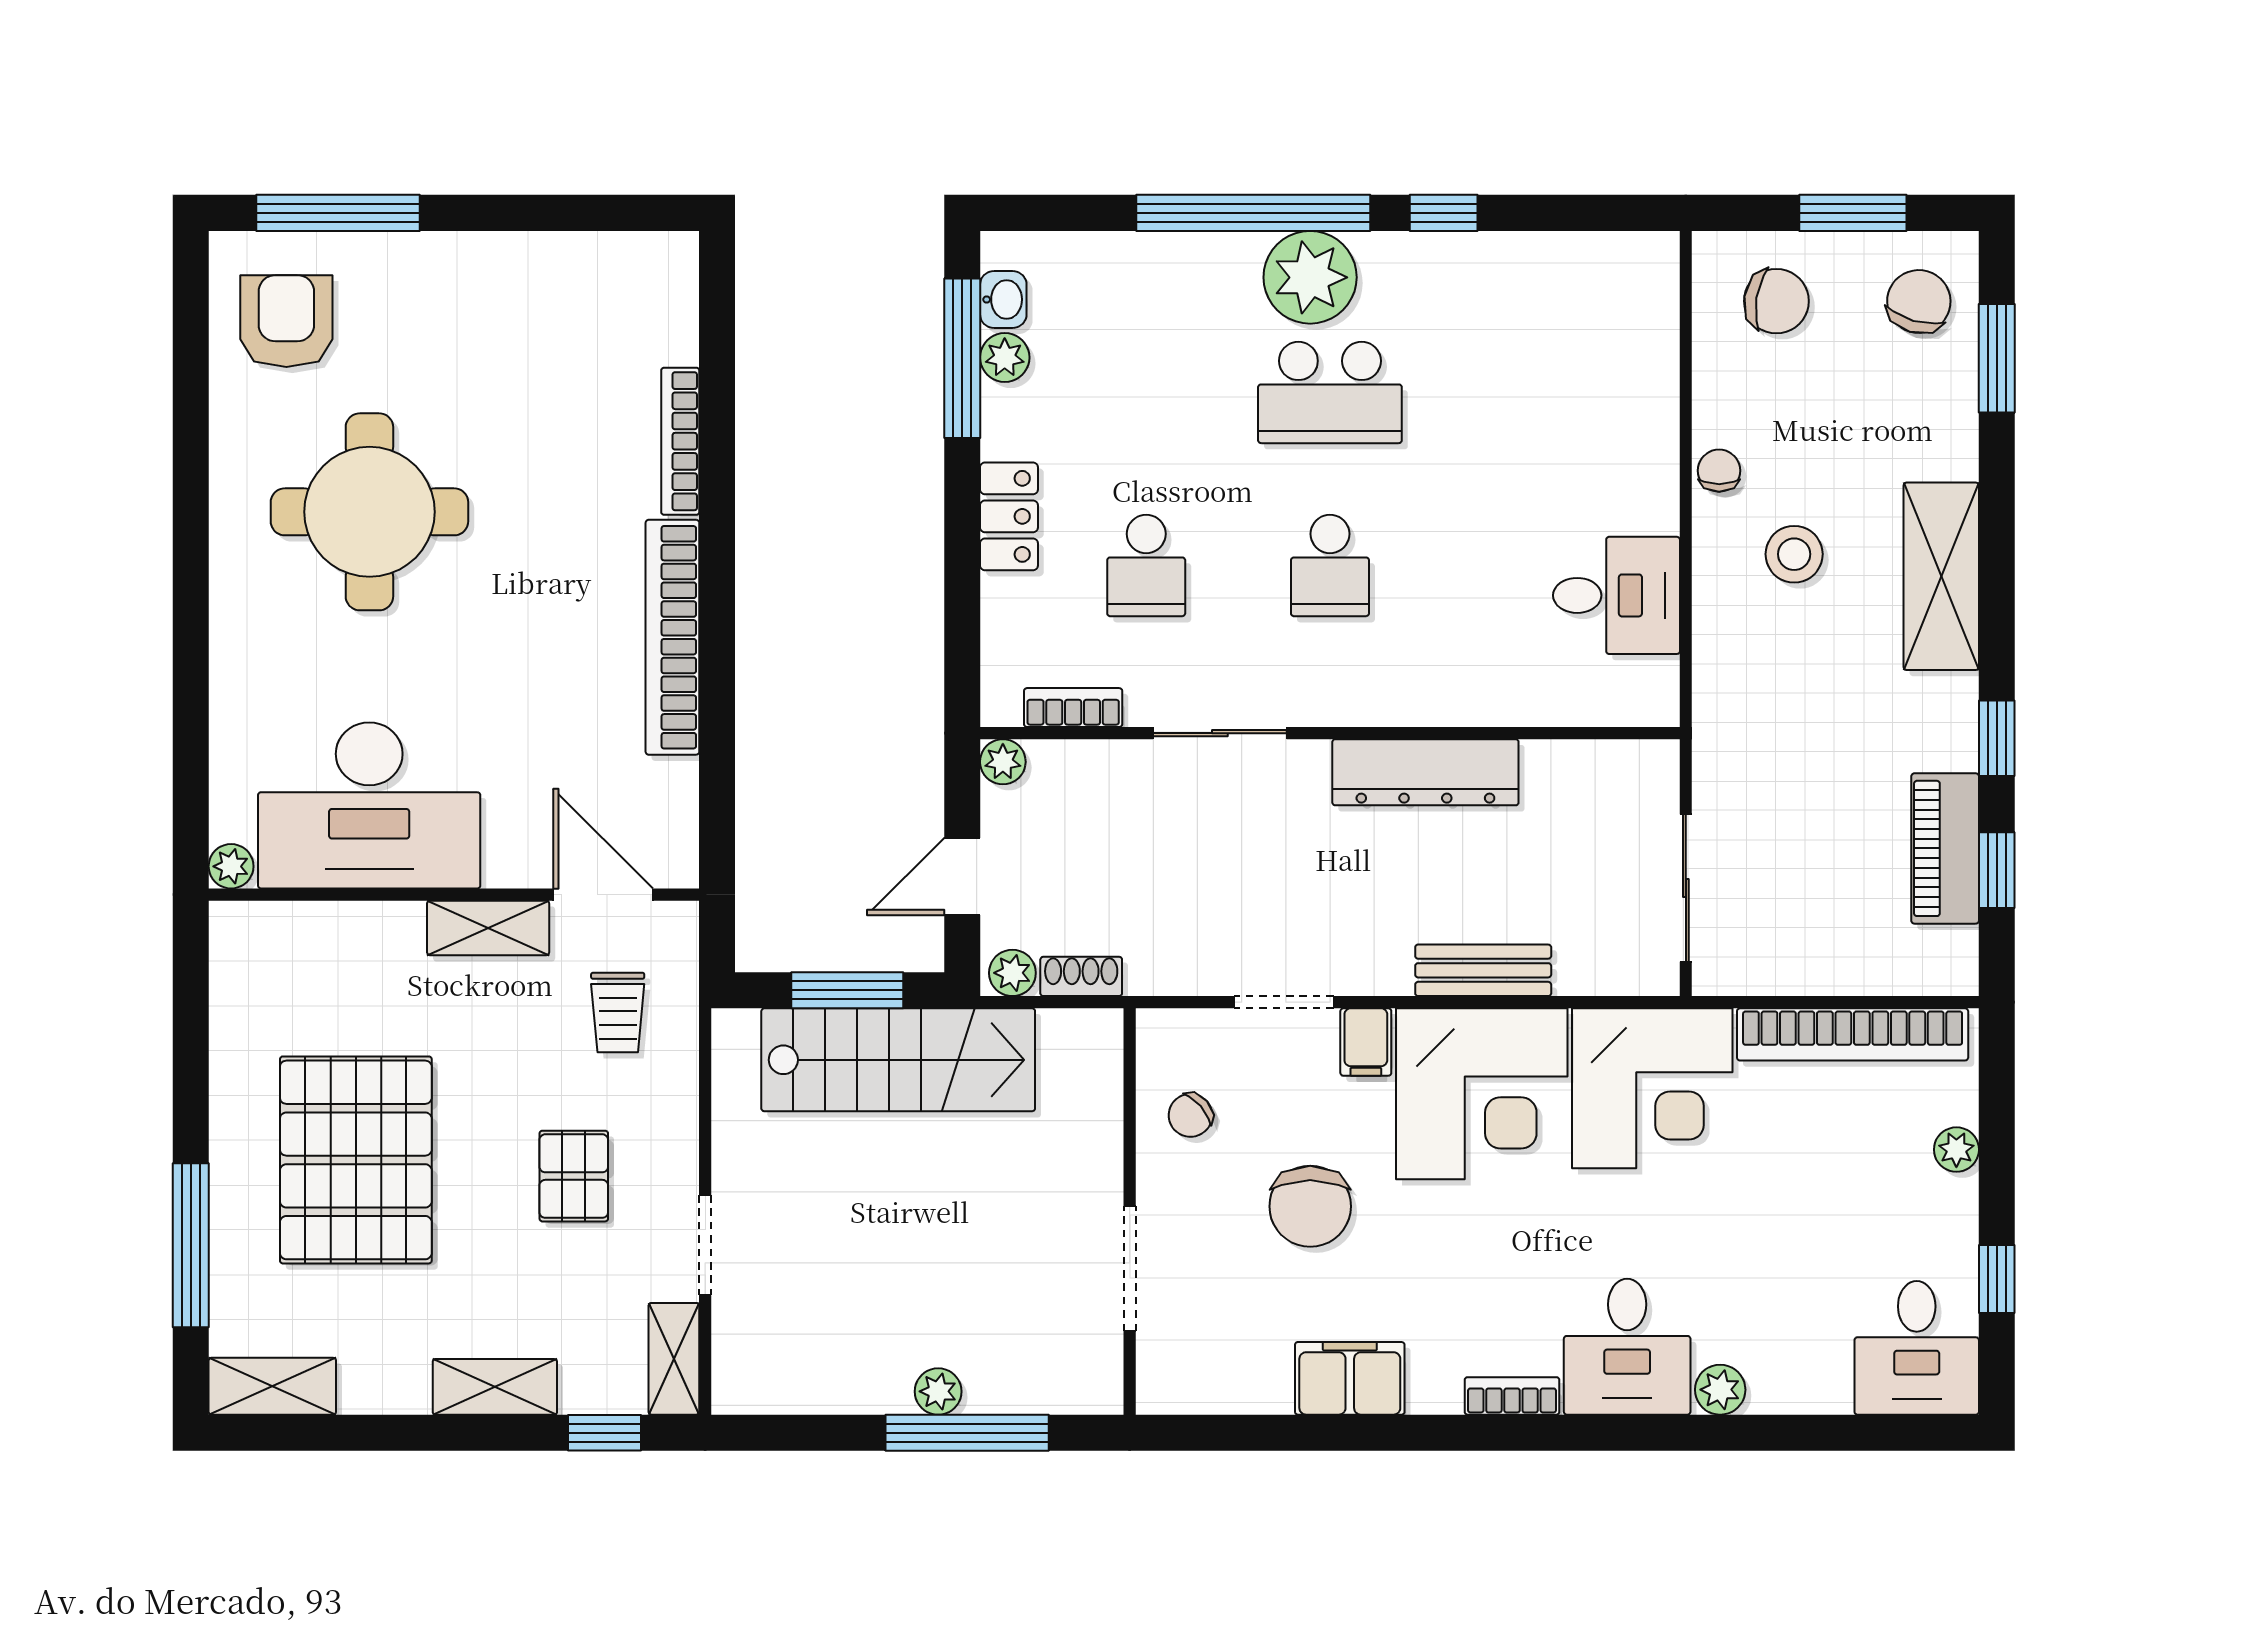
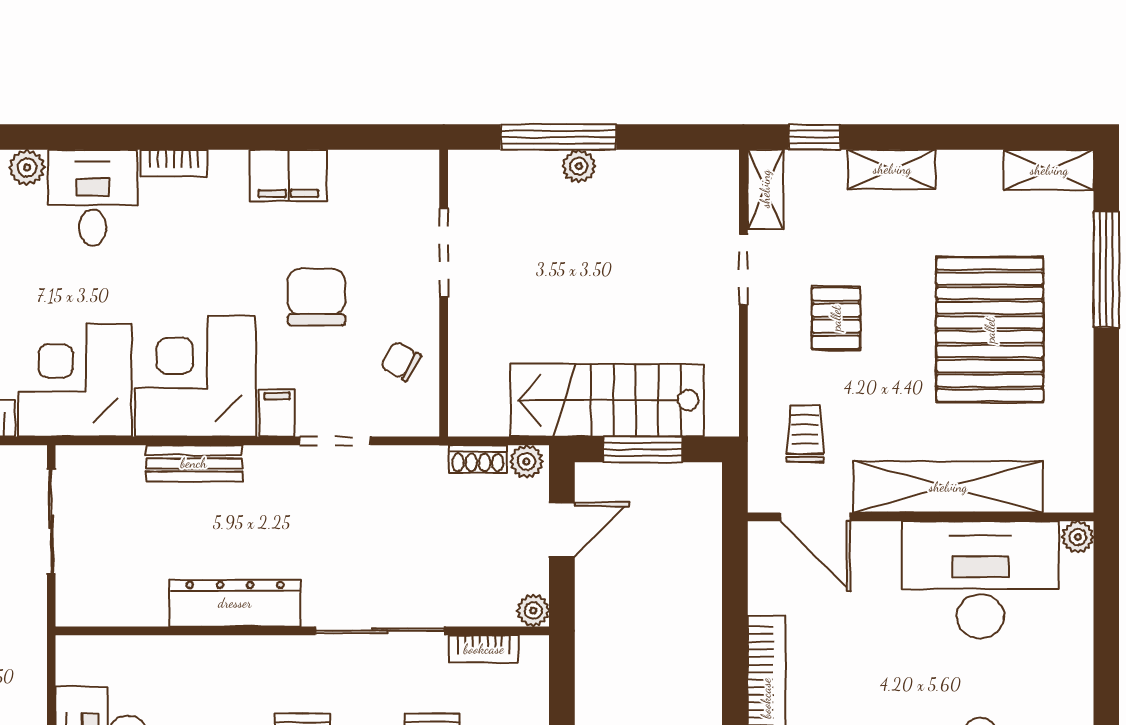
sliding door: (1220, 733) -> (380, 631), width x1.37
shelving: (488, 928) -> (948, 487), width x2.20, depth x1.33
chair: (1190, 1115) -> (401, 361), turned -110

